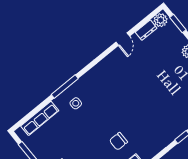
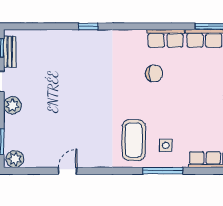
dresser: (146, 30) -> (37, 161), removed
coffee table: (98, 91) -> (134, 140), added

